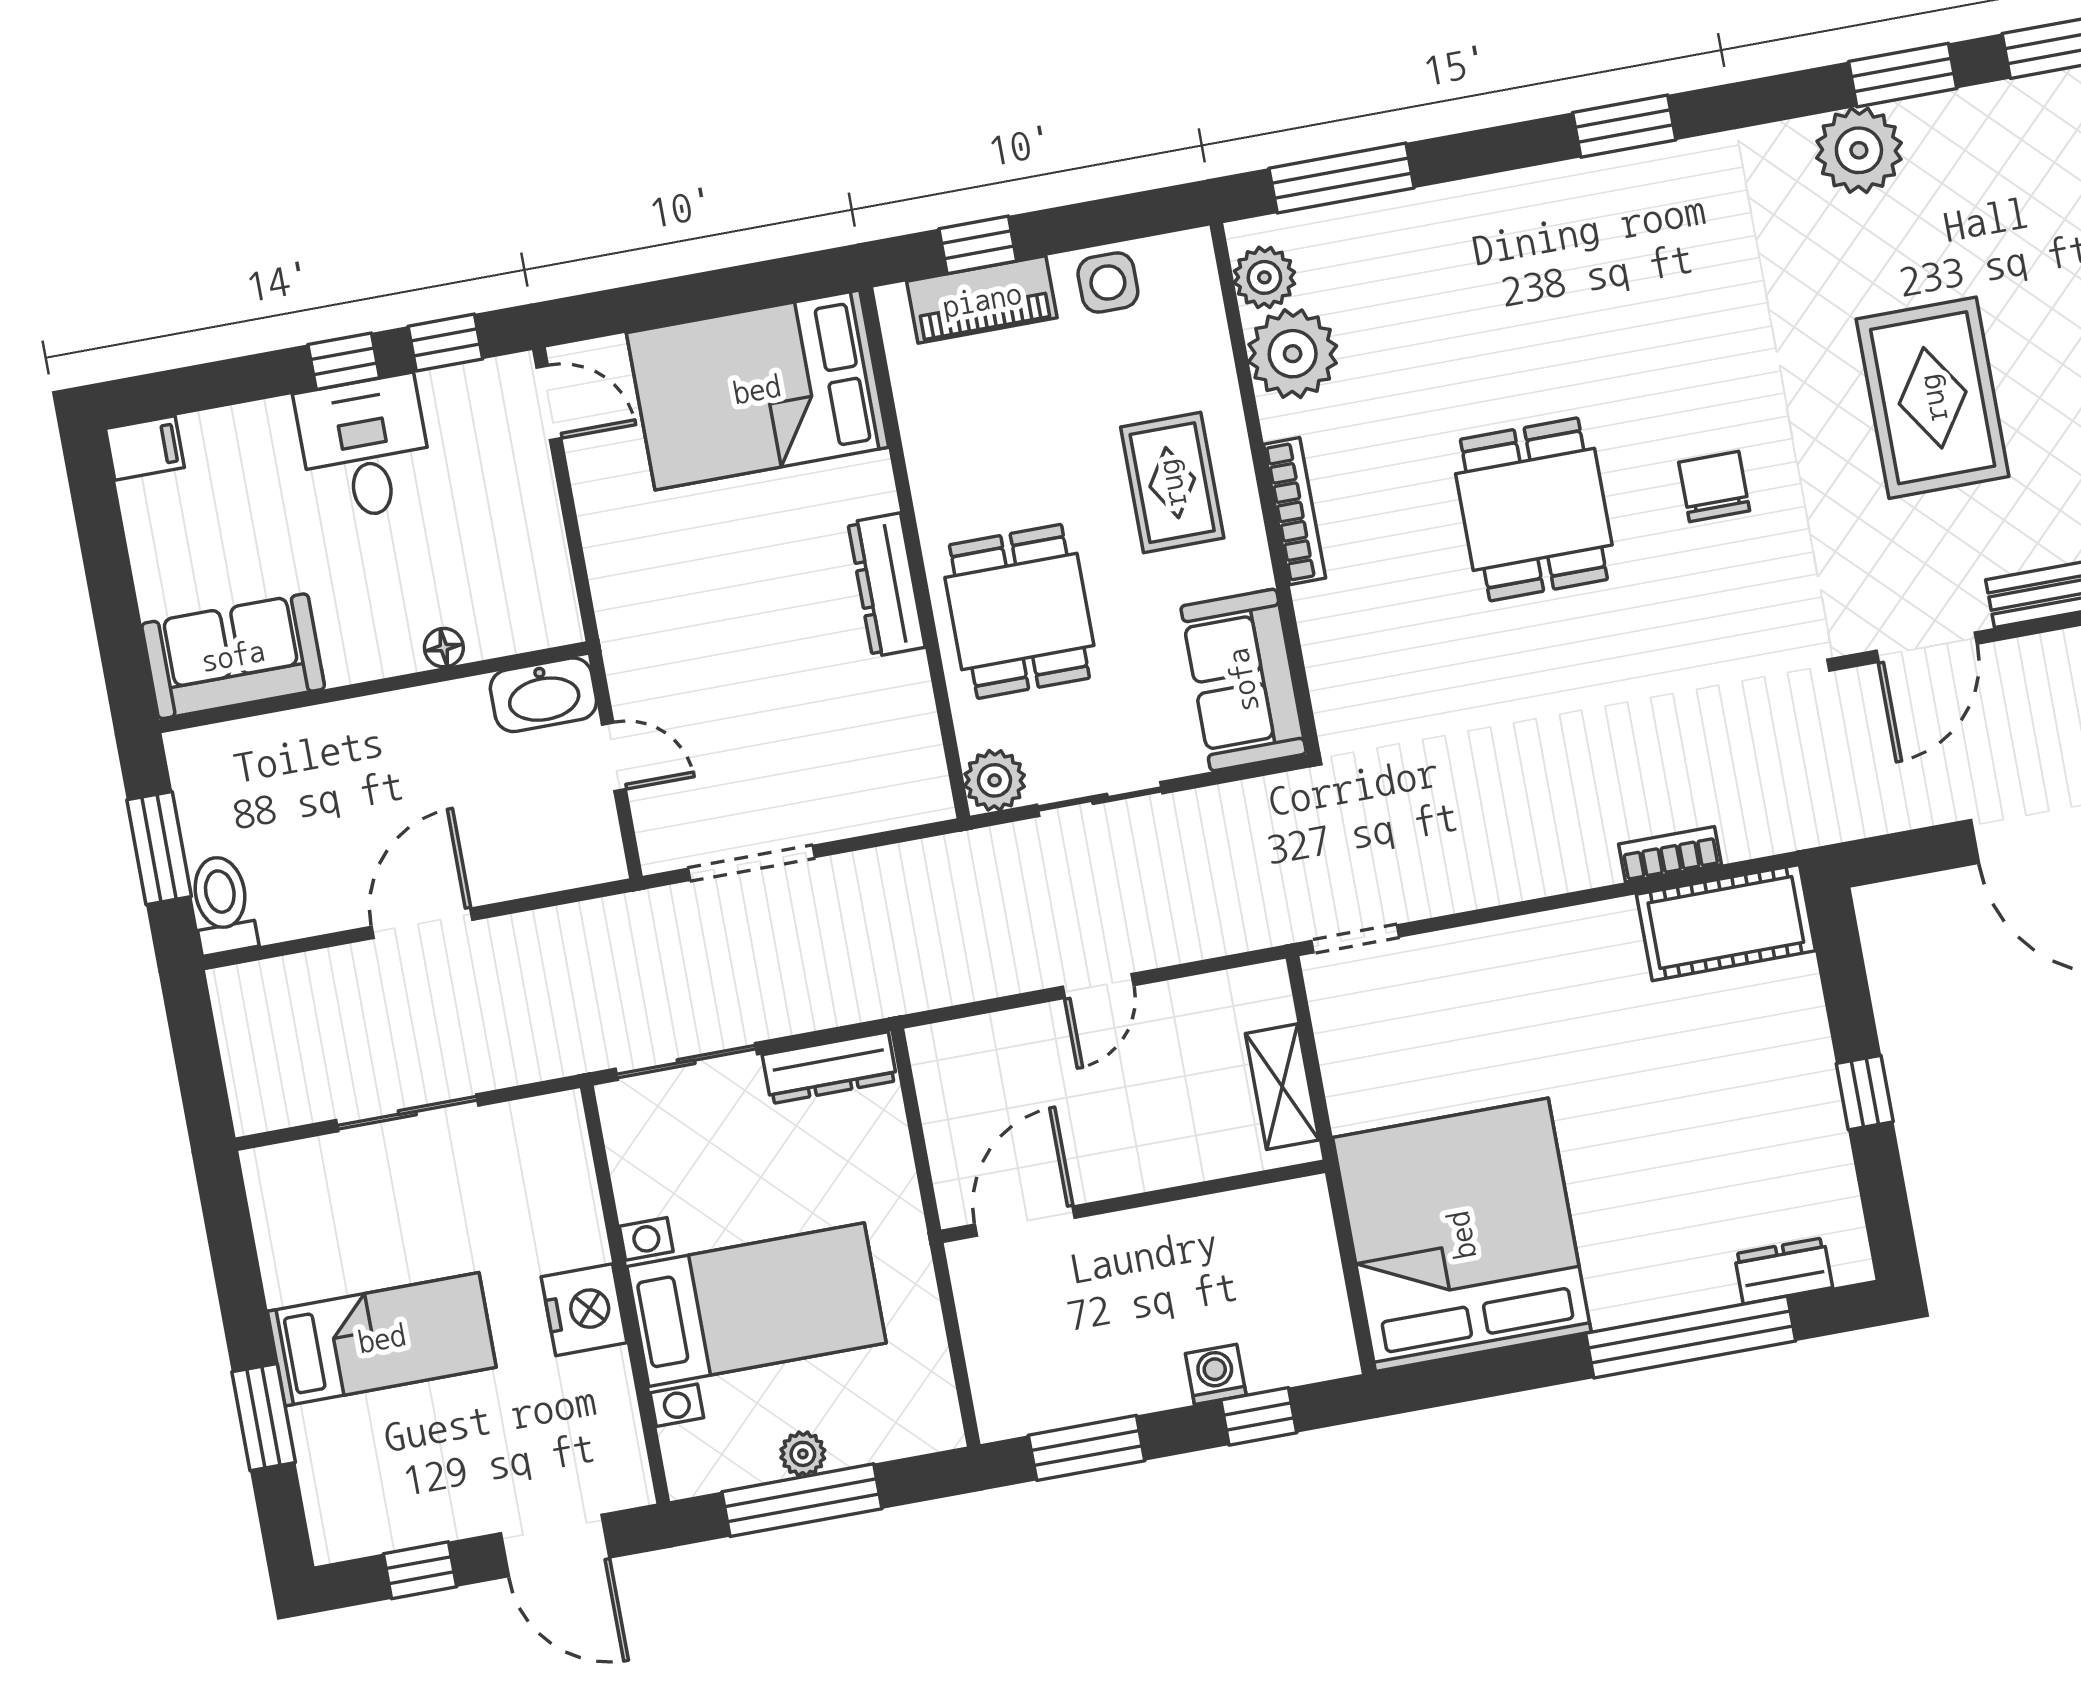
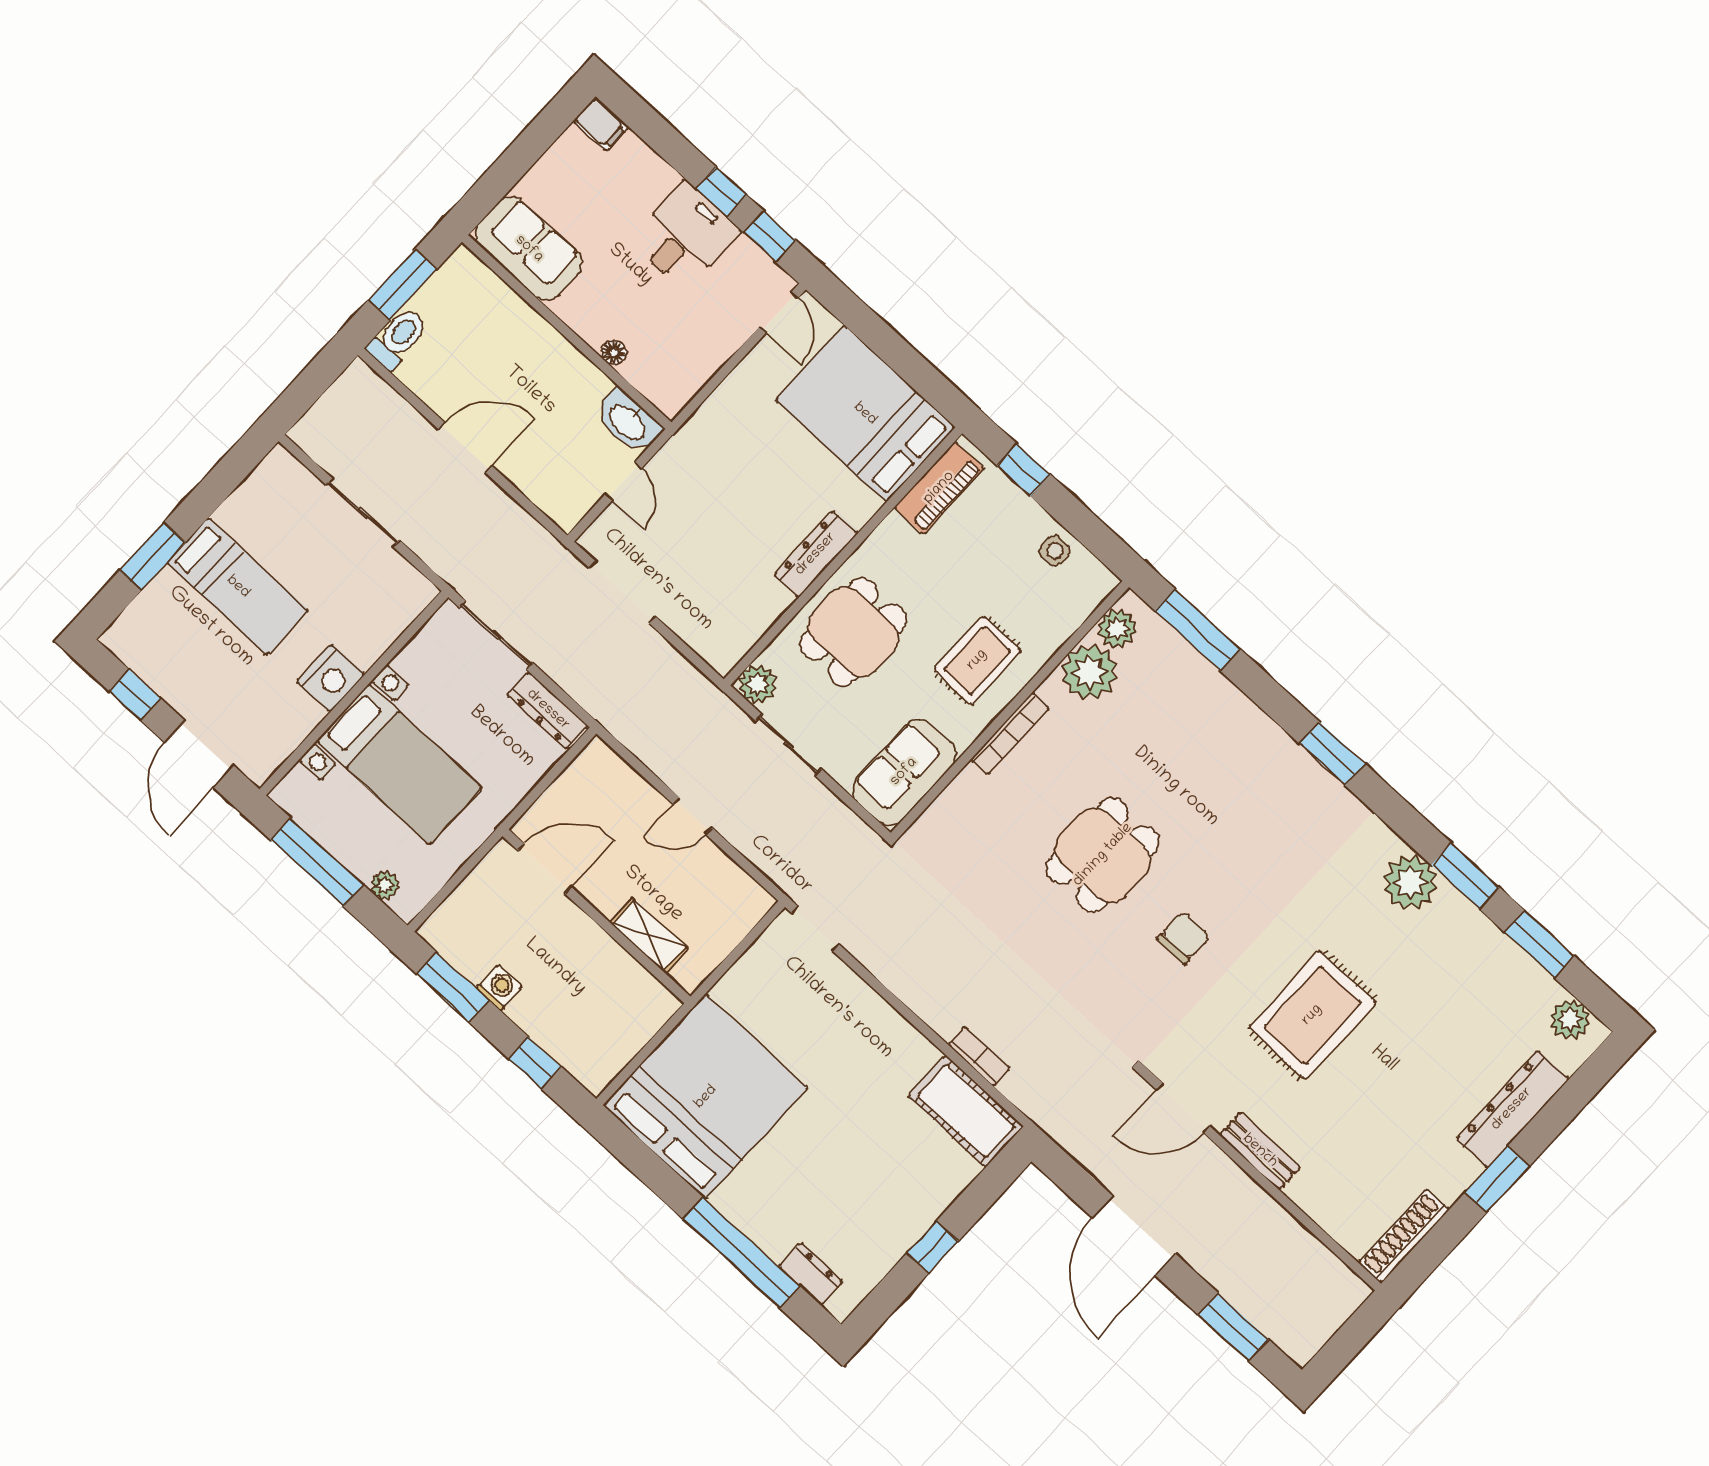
side table: (1108, 283) -> (1055, 551), width x0.73, depth x0.73
piano: (982, 300) -> (939, 488), moved, turned -90
shelving: (1282, 1087) -> (649, 936), moved, turned 90
washing machine: (1216, 1374) -> (500, 988), moved
plant: (803, 1454) -> (385, 885), moved

